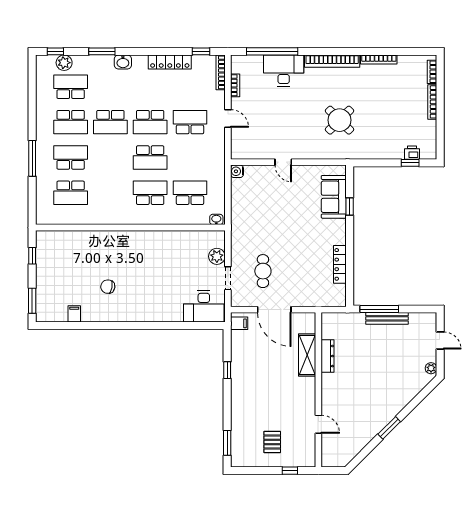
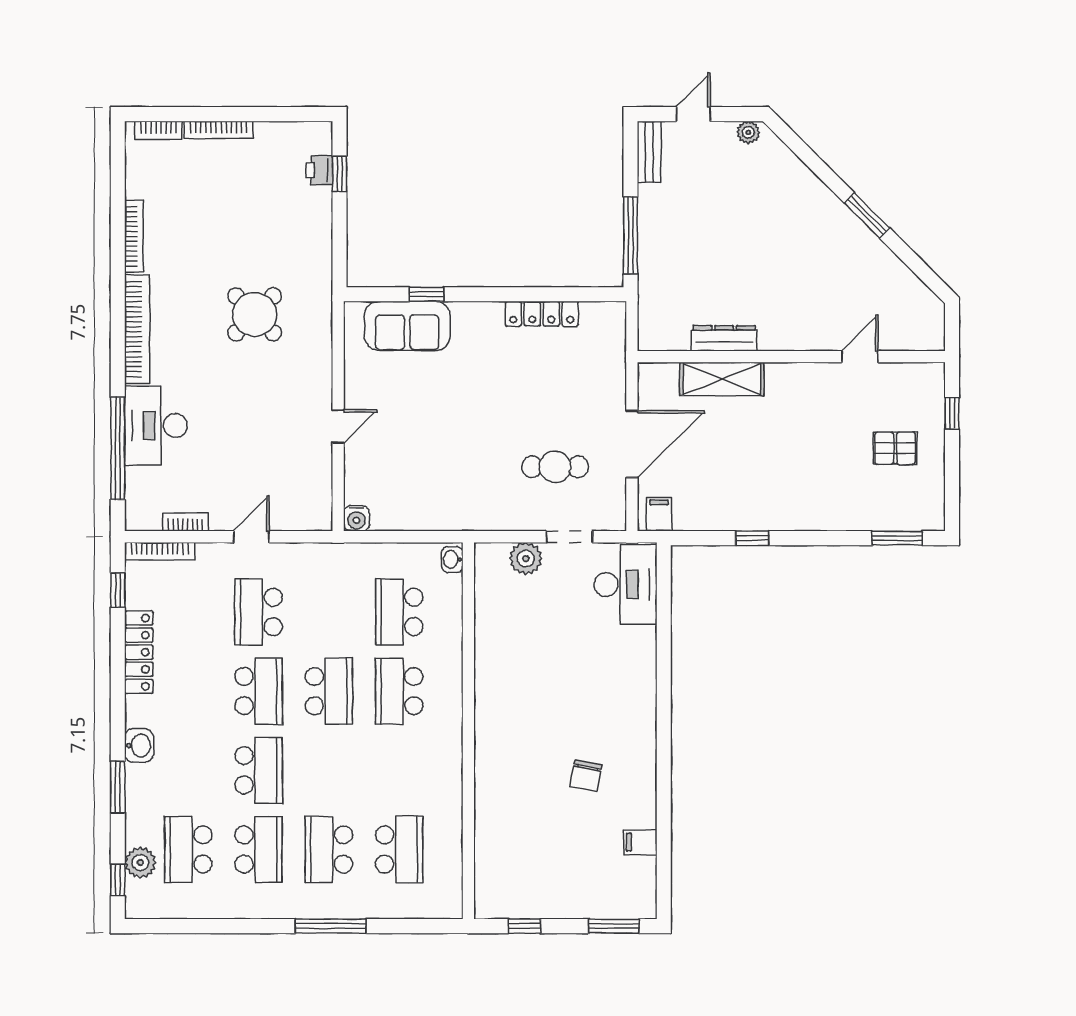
bench: (387, 318) -> (649, 152), moved, width x0.73

